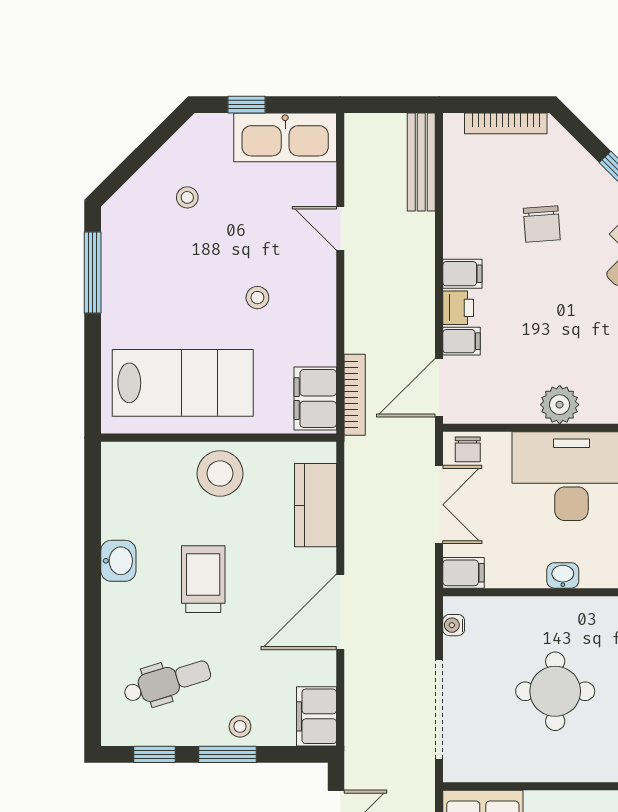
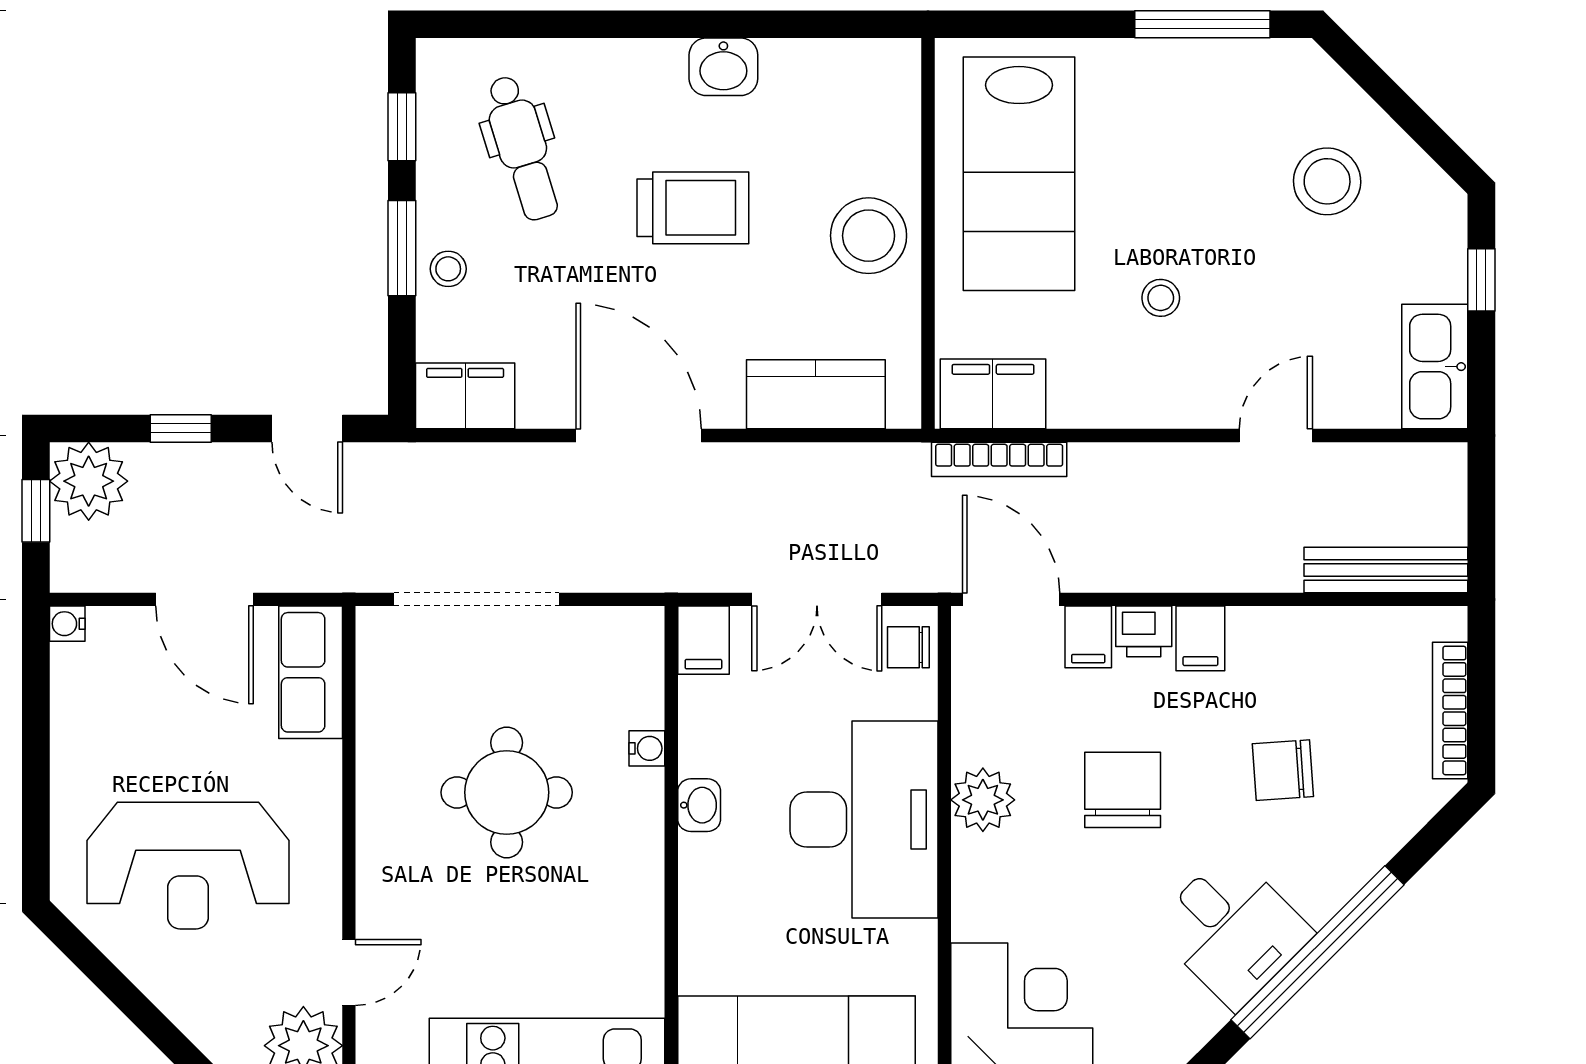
kitchen sink: (285, 137) -> (1435, 367), width x0.73, depth x0.81
stool: (187, 197) -> (1327, 181), width x1.89, depth x1.89
chair: (554, 321) -> (1123, 790), added
water cooler: (454, 625) -> (647, 748), moved, turned 90

